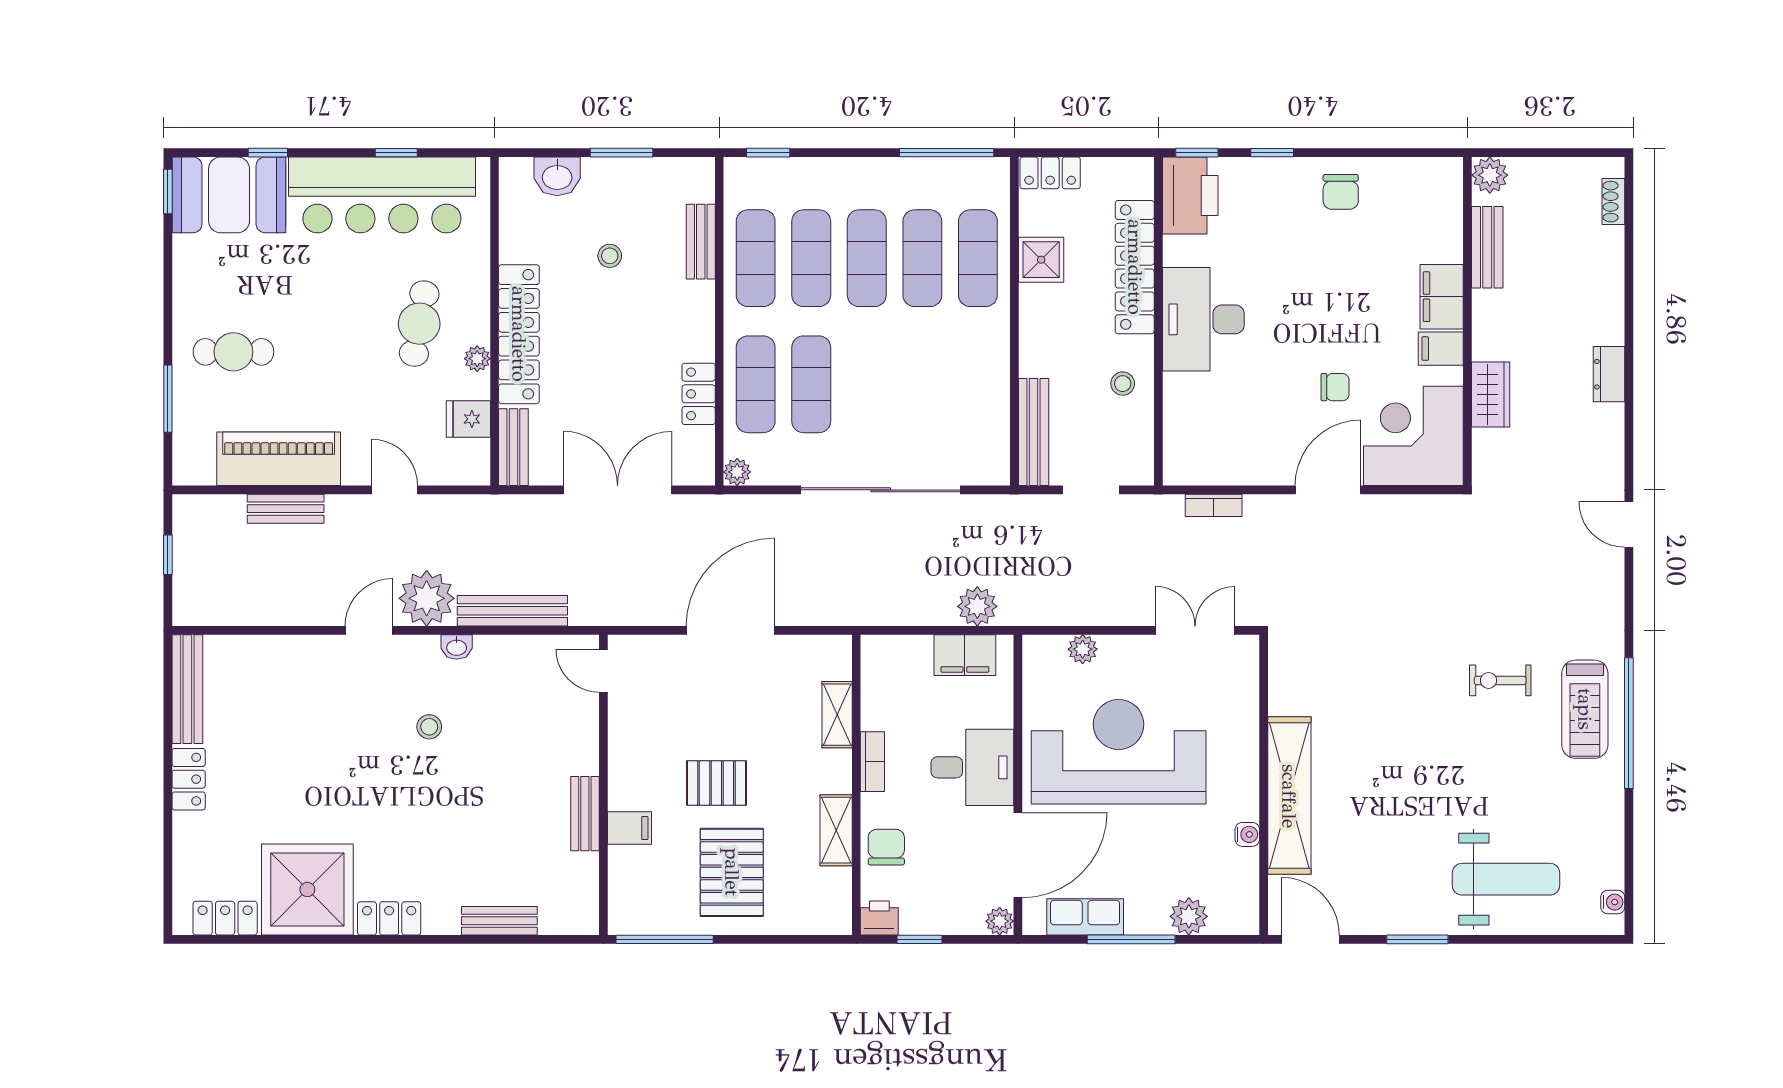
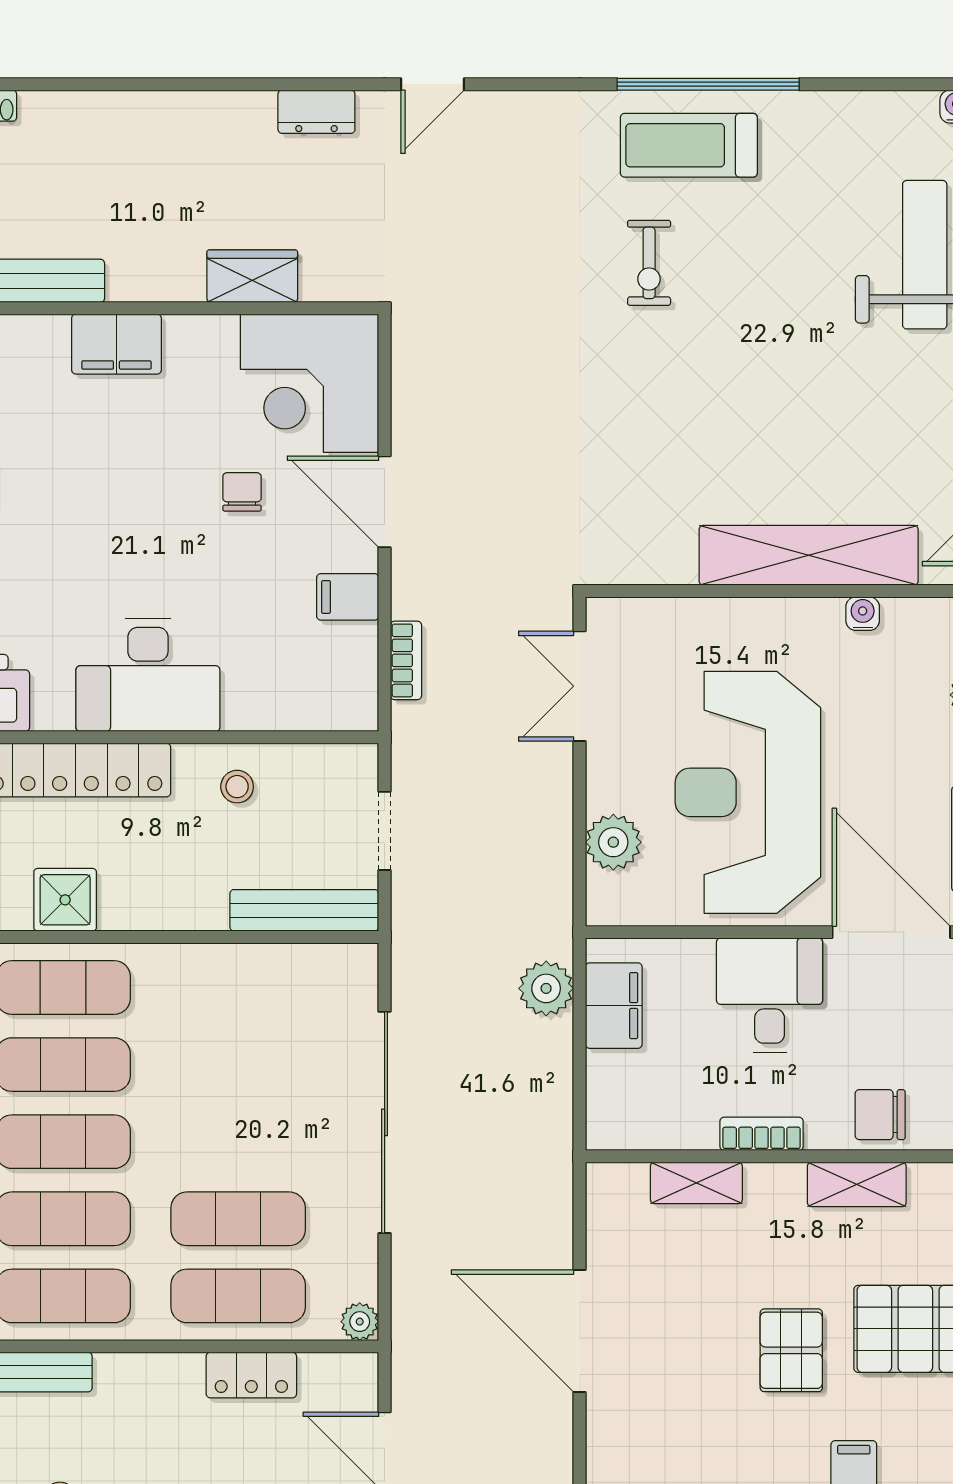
filing cabinet: (1441, 349) -> (348, 597), moved, turned 90
dresser: (1609, 374) -> (316, 112), moved
plant: (1083, 649) -> (613, 842), width x1.38, depth x1.38
treadmill: (1585, 709) -> (689, 145), turned 180

